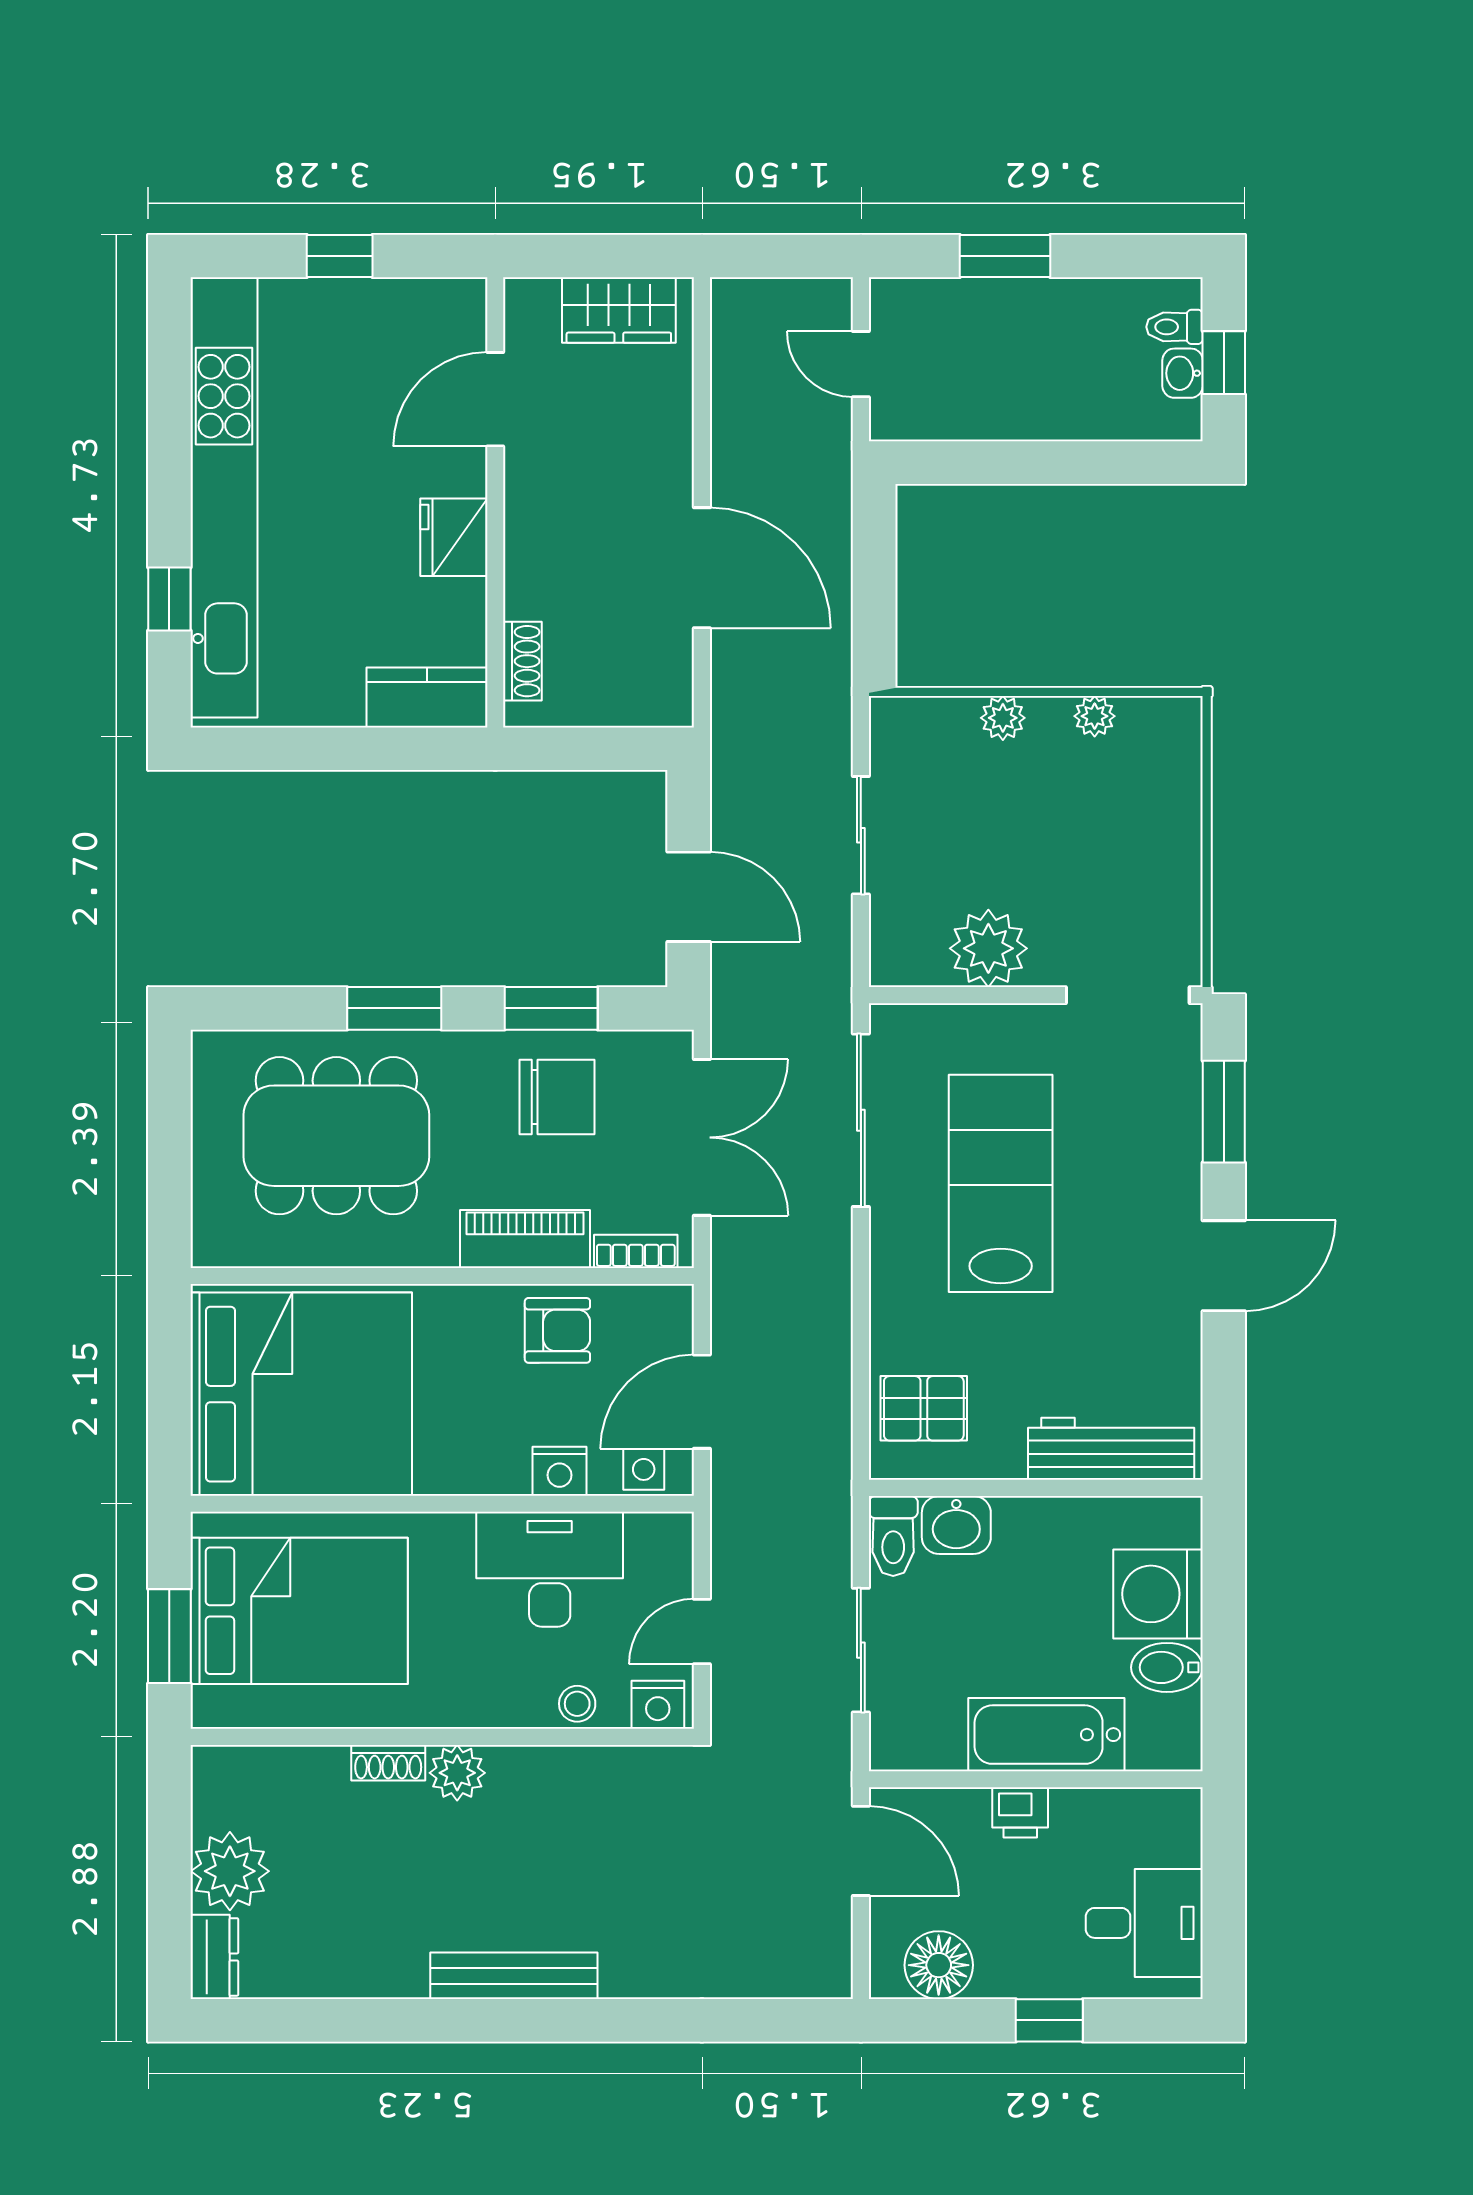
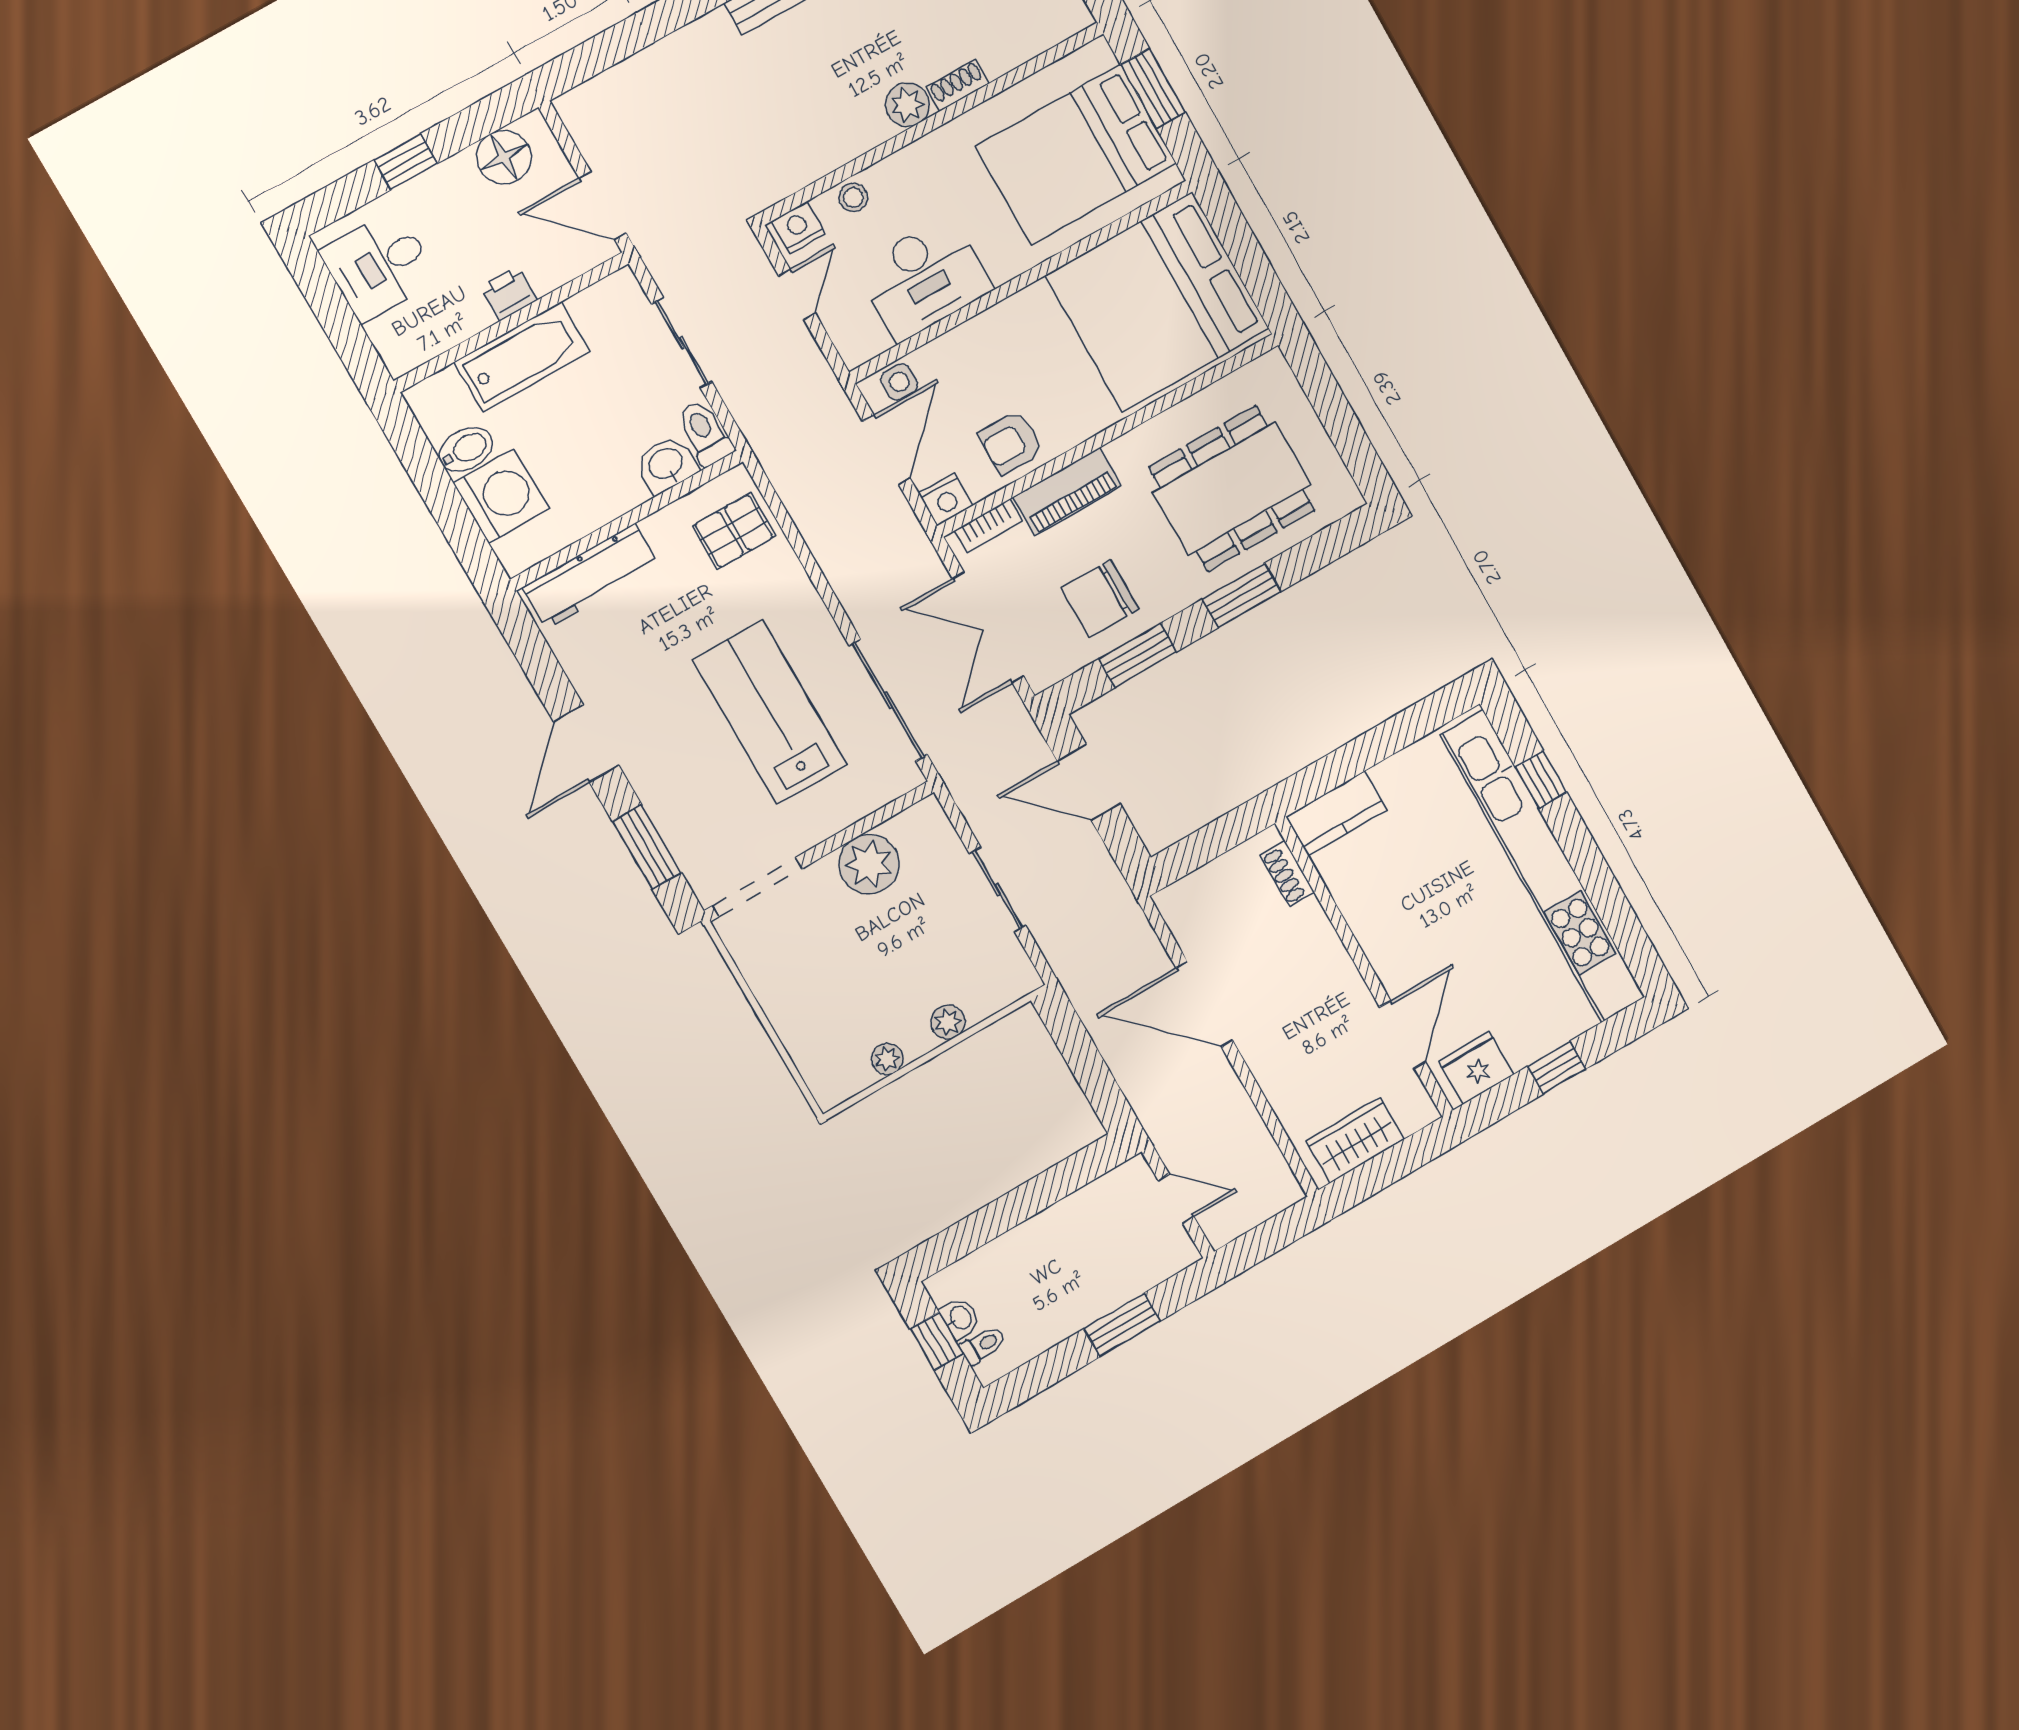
fridge: (454, 537) -> (1476, 1068), moved, turned -90
lab bench: (1001, 1183) -> (770, 712), turned 180
nightstand: (560, 1471) -> (946, 499), moved, turned 180

